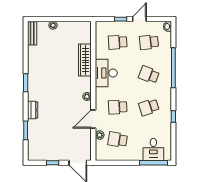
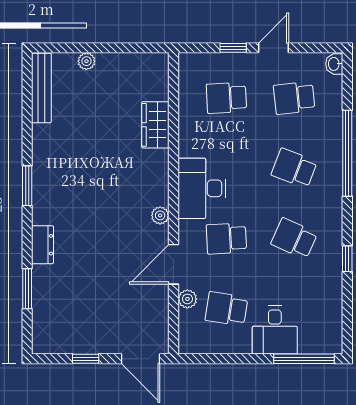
bench: (32, 33) -> (41, 88), width x1.36
wardrobe: (85, 60) -> (155, 125), width x0.67
desk: (106, 73) -> (202, 188), moved
school desk: (149, 107) -> (294, 238), turned 42
desk: (153, 149) -> (275, 330), moved

